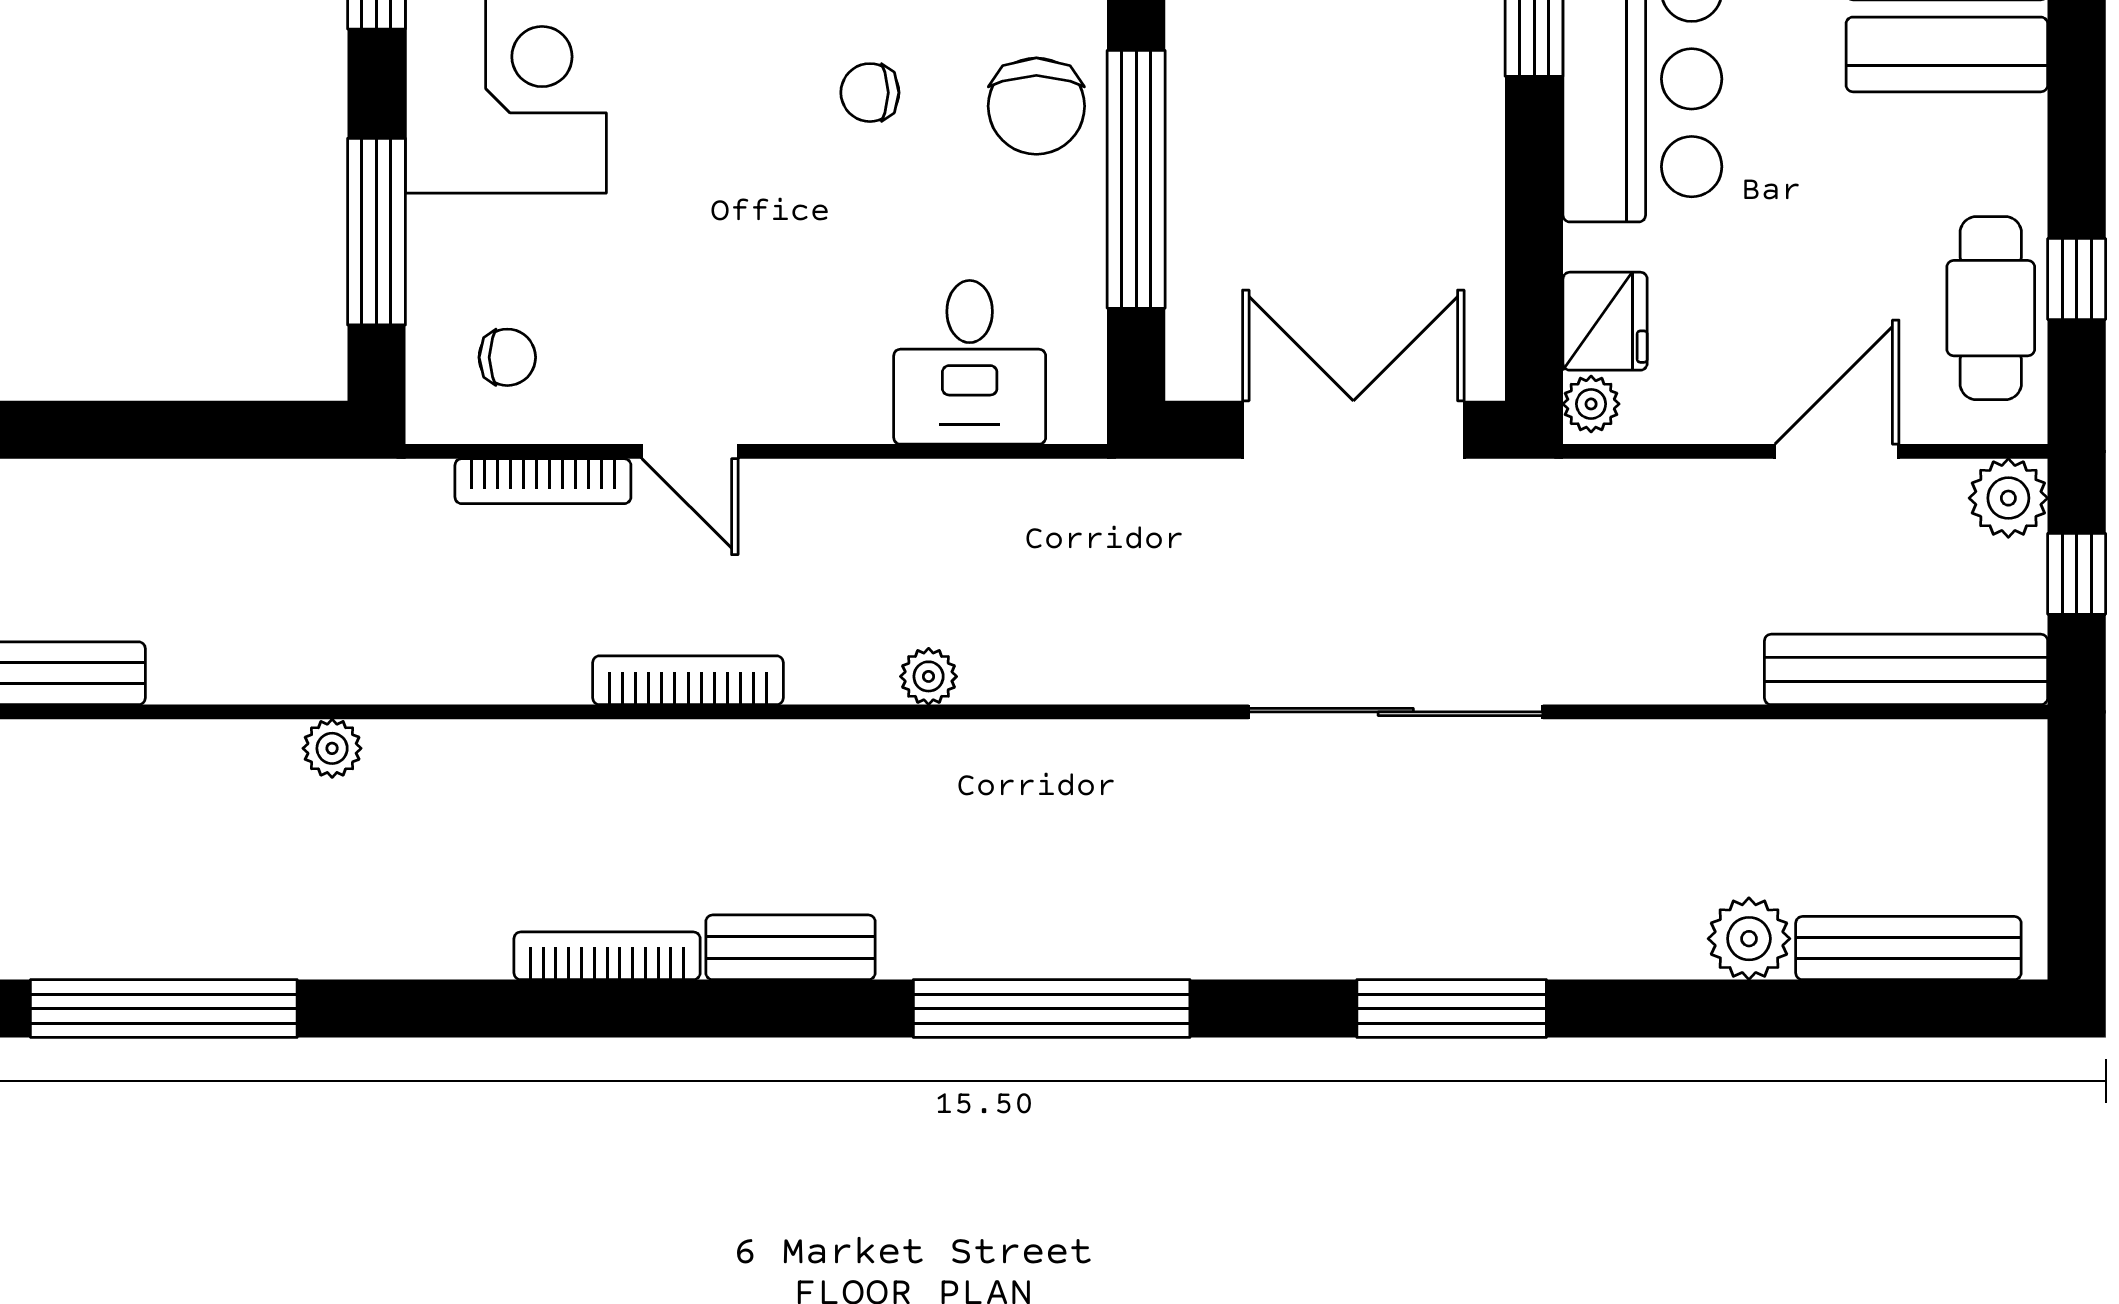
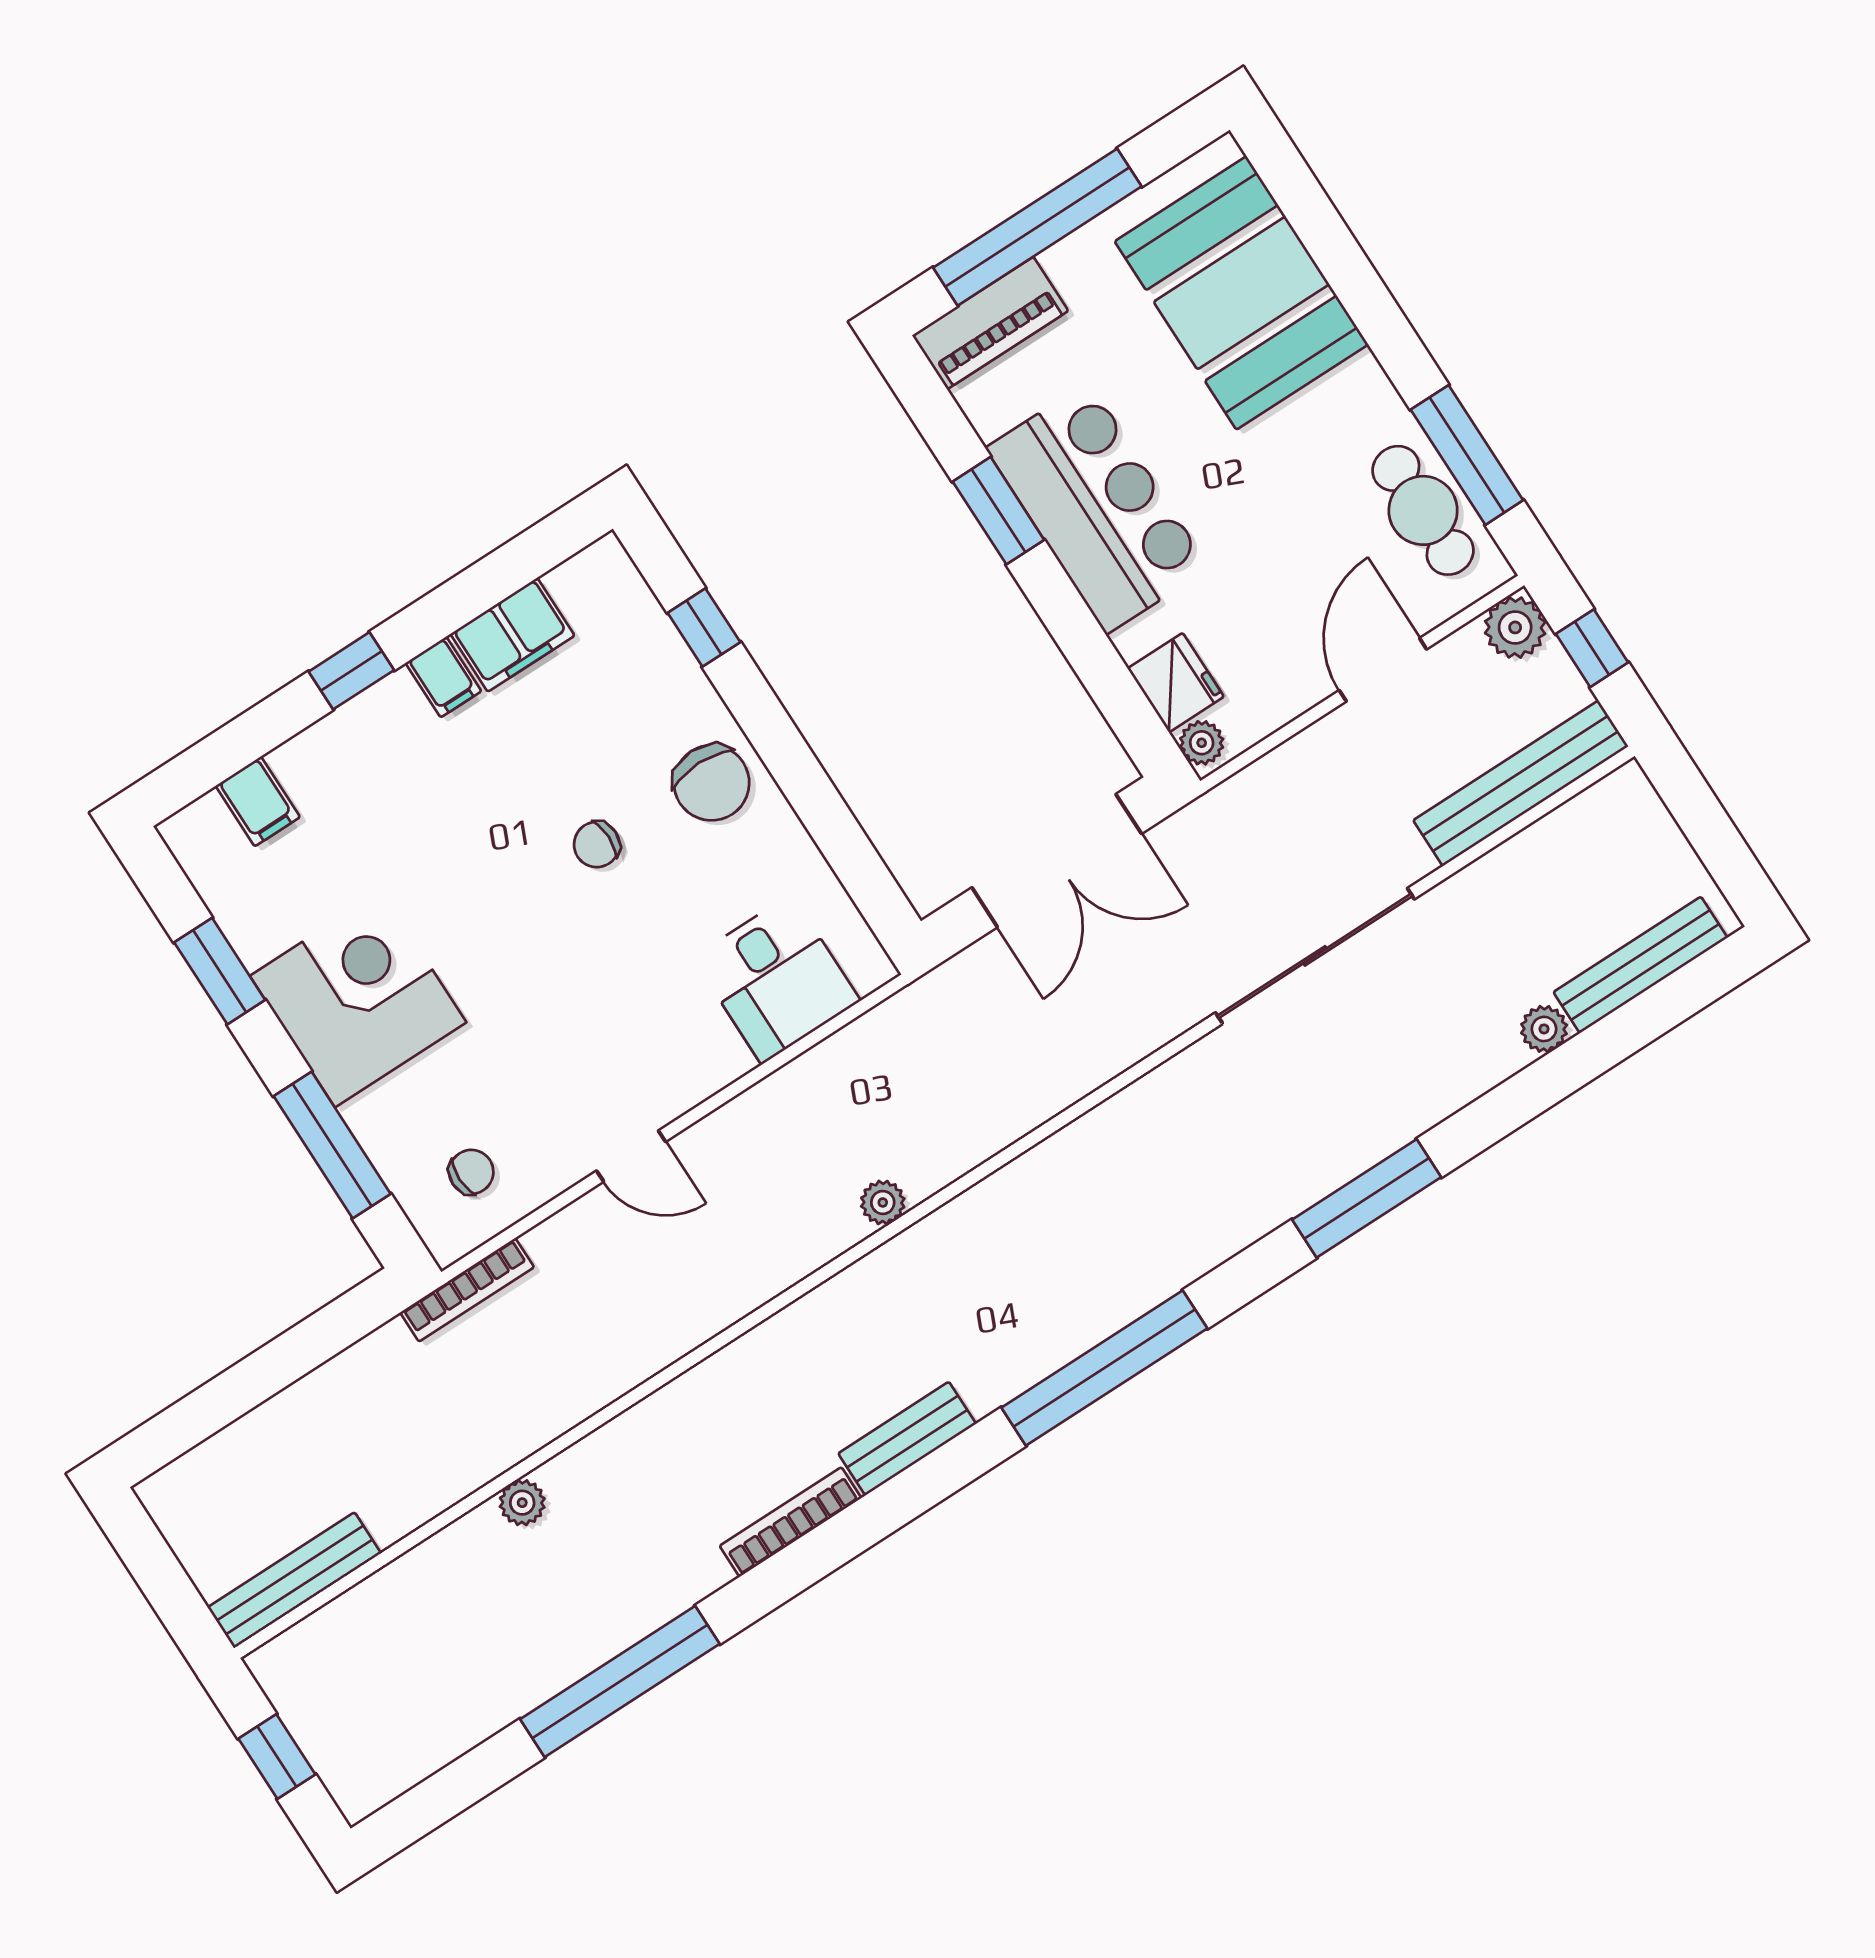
window: (1136, 179) -> (808, 788), removed
window: (2077, 279) -> (1467, 455), width x2.17
double door: (1353, 430) -> (1057, 861), swing flipped
bookcase: (543, 481) -> (467, 1290), moved
bookcase: (688, 680) -> (727, 1307), removed
sliding door: (1396, 712) -> (1315, 956), moved
plant: (1749, 939) -> (1544, 1029), width x0.73, depth x0.73
window: (164, 1009) -> (620, 1681), moved

